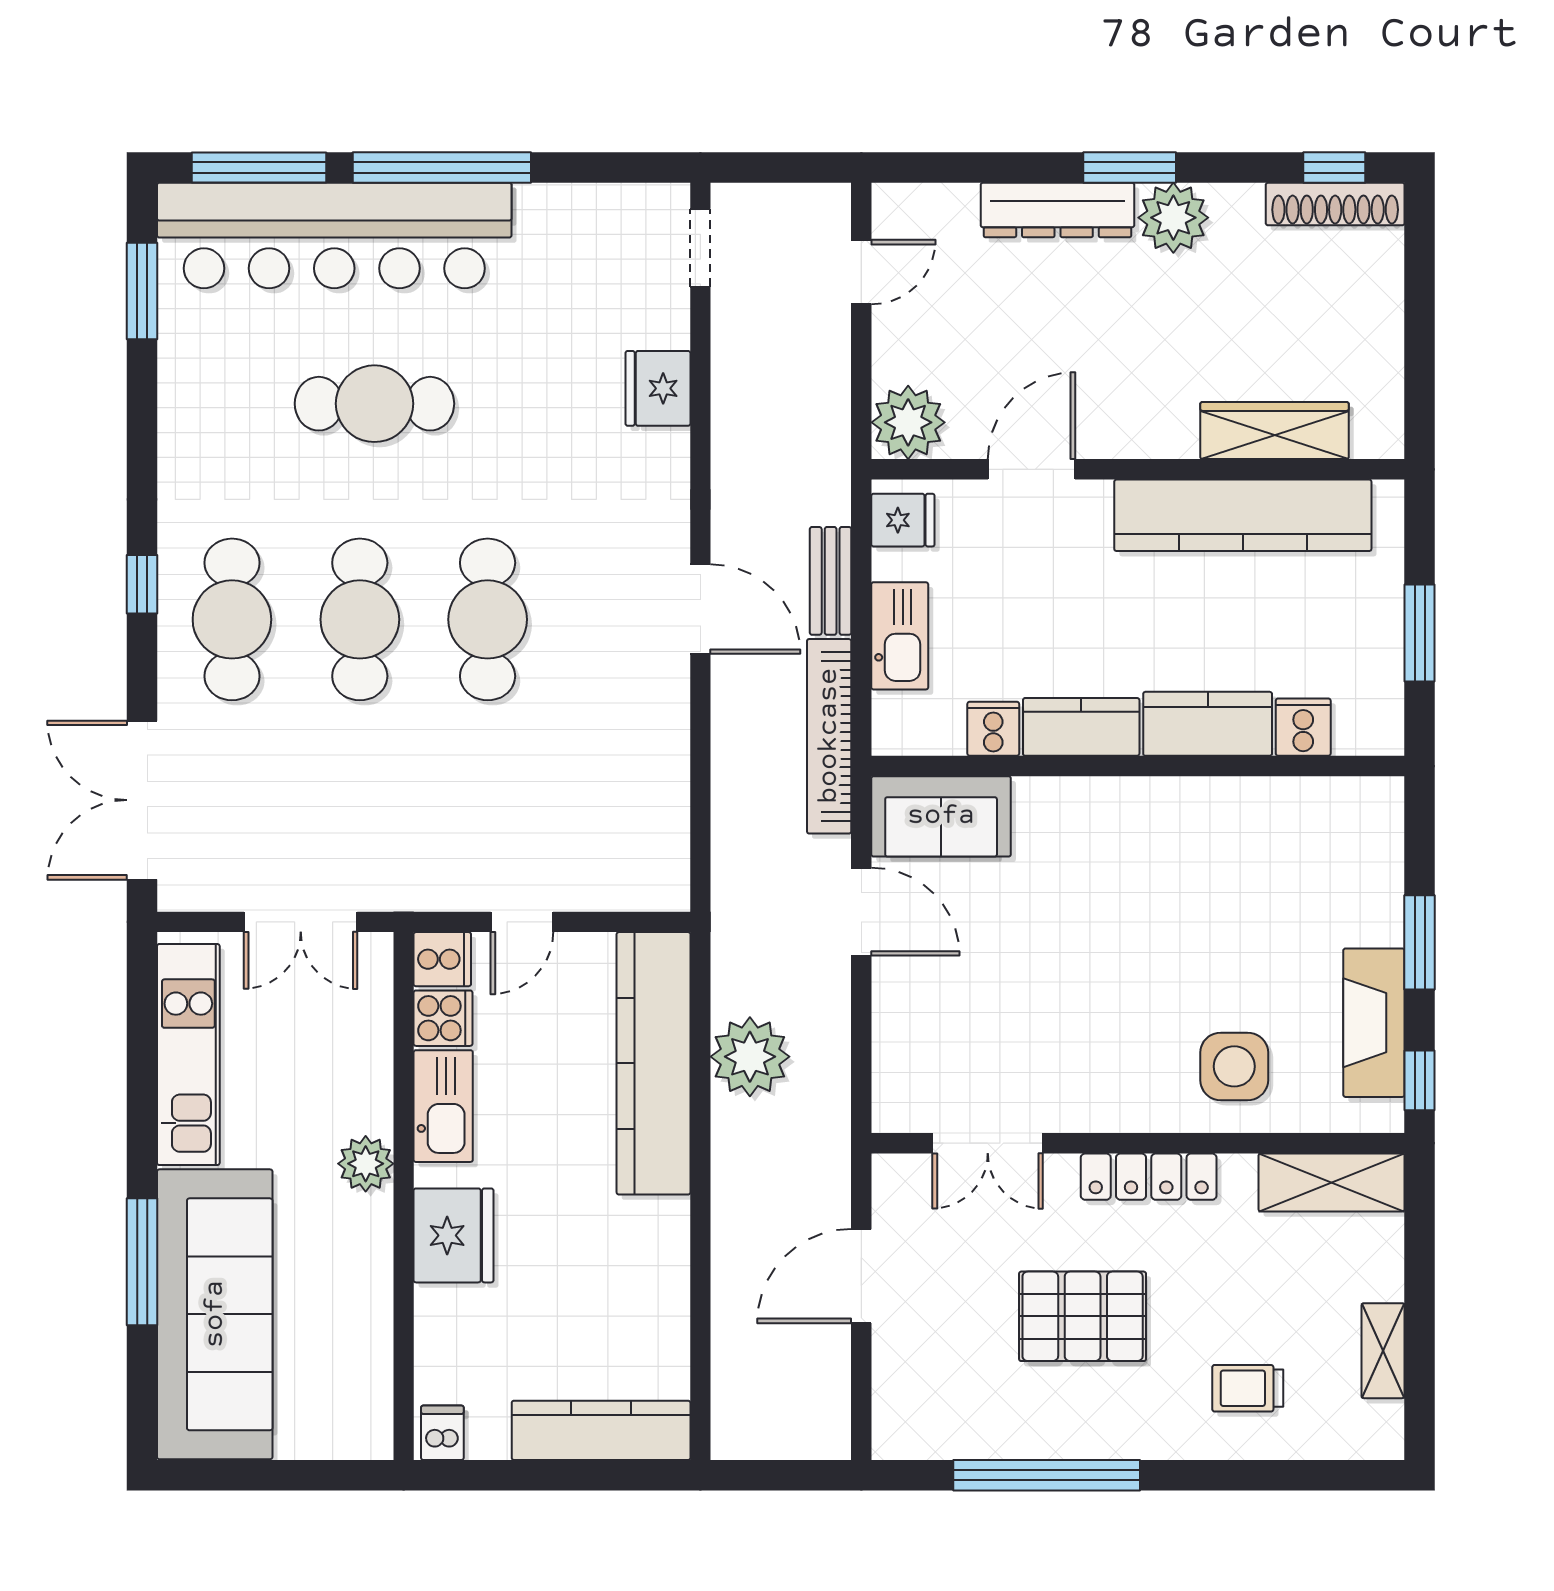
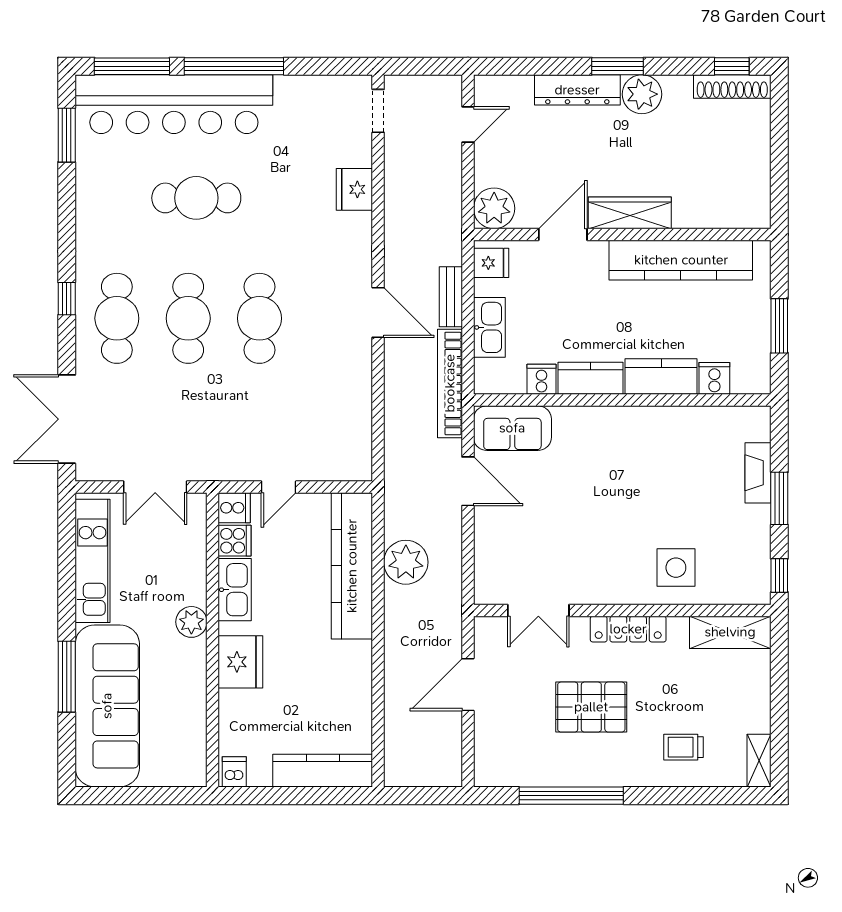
wardrobe: (1274, 431) -> (630, 213), moved
fireplace: (1374, 1023) -> (758, 473), moved, width x0.73, depth x0.76
shelving: (1383, 1351) -> (759, 761), moved

